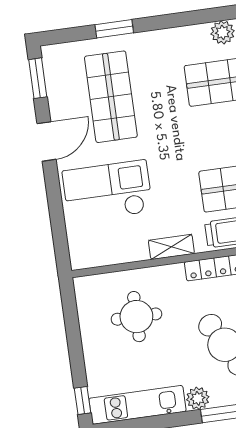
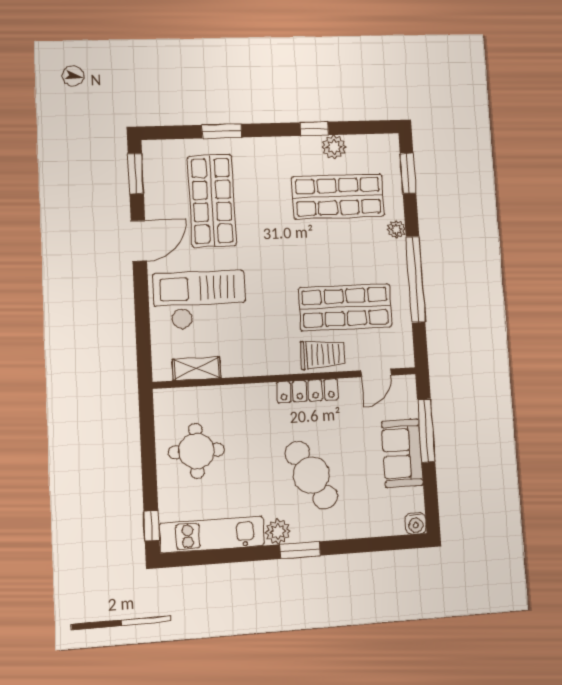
window: (202, 17) -> (314, 129), added
shelving: (171, 247) -> (197, 369), moved
round table: (136, 317) -> (196, 451), moved

